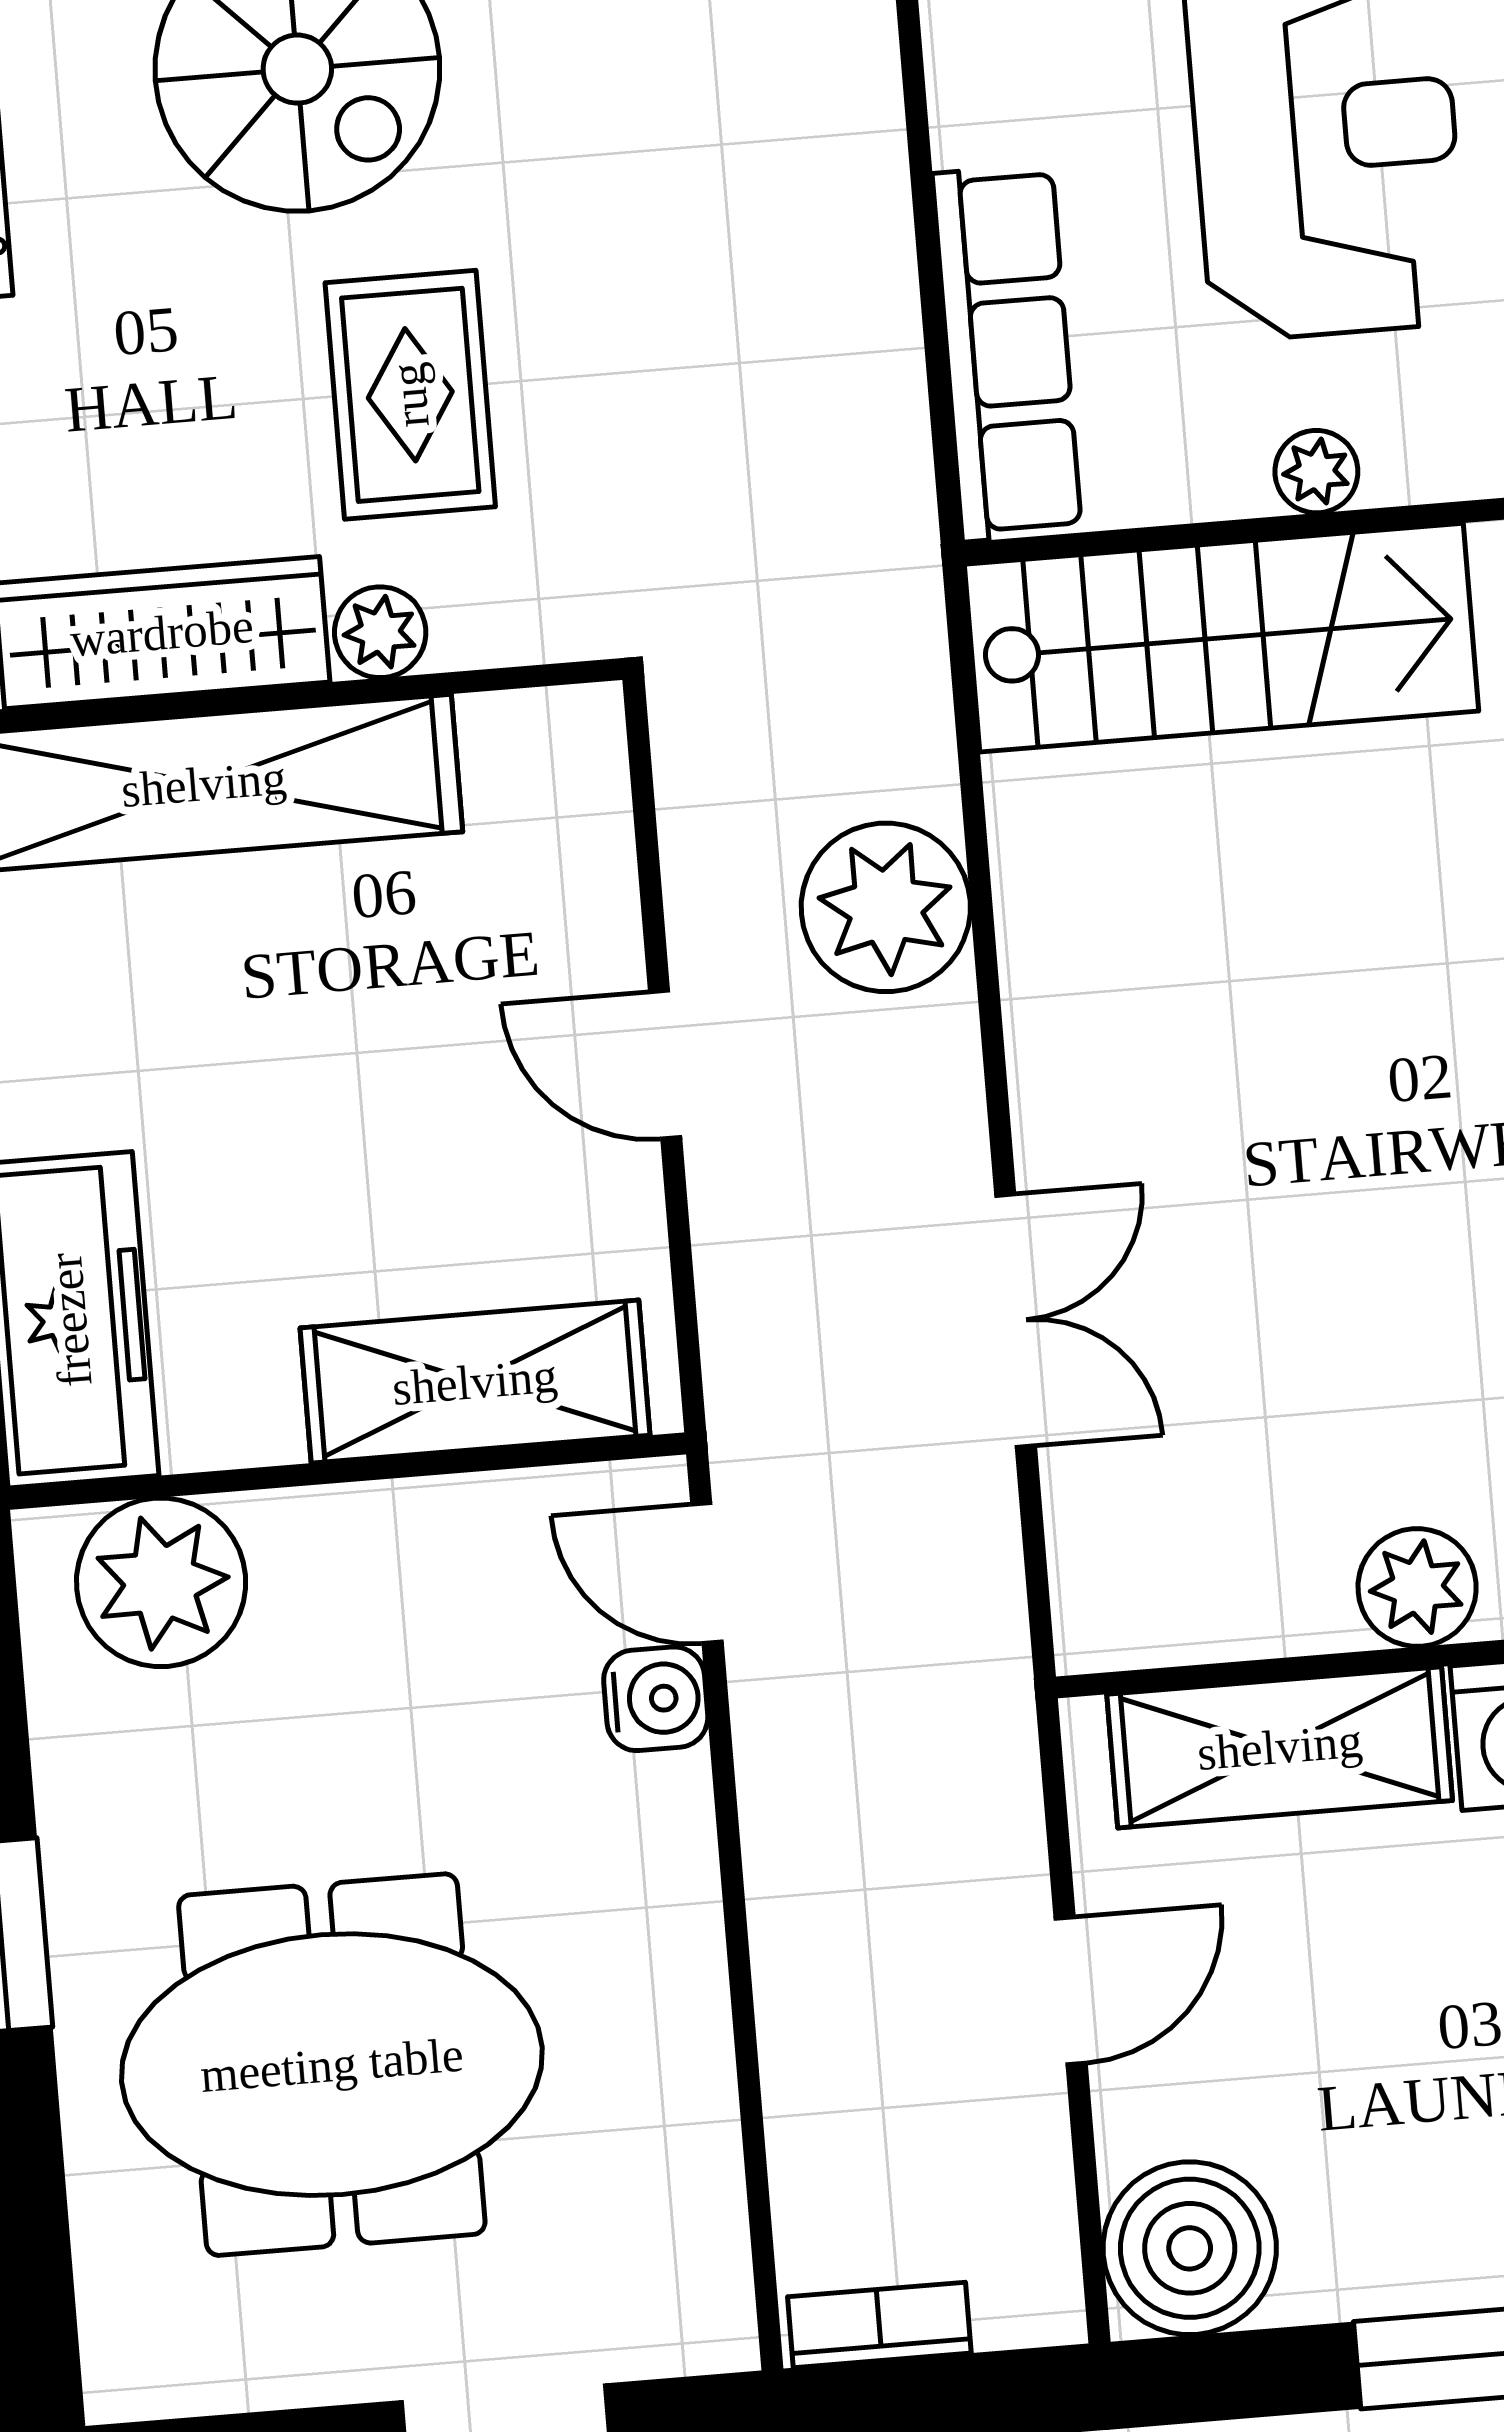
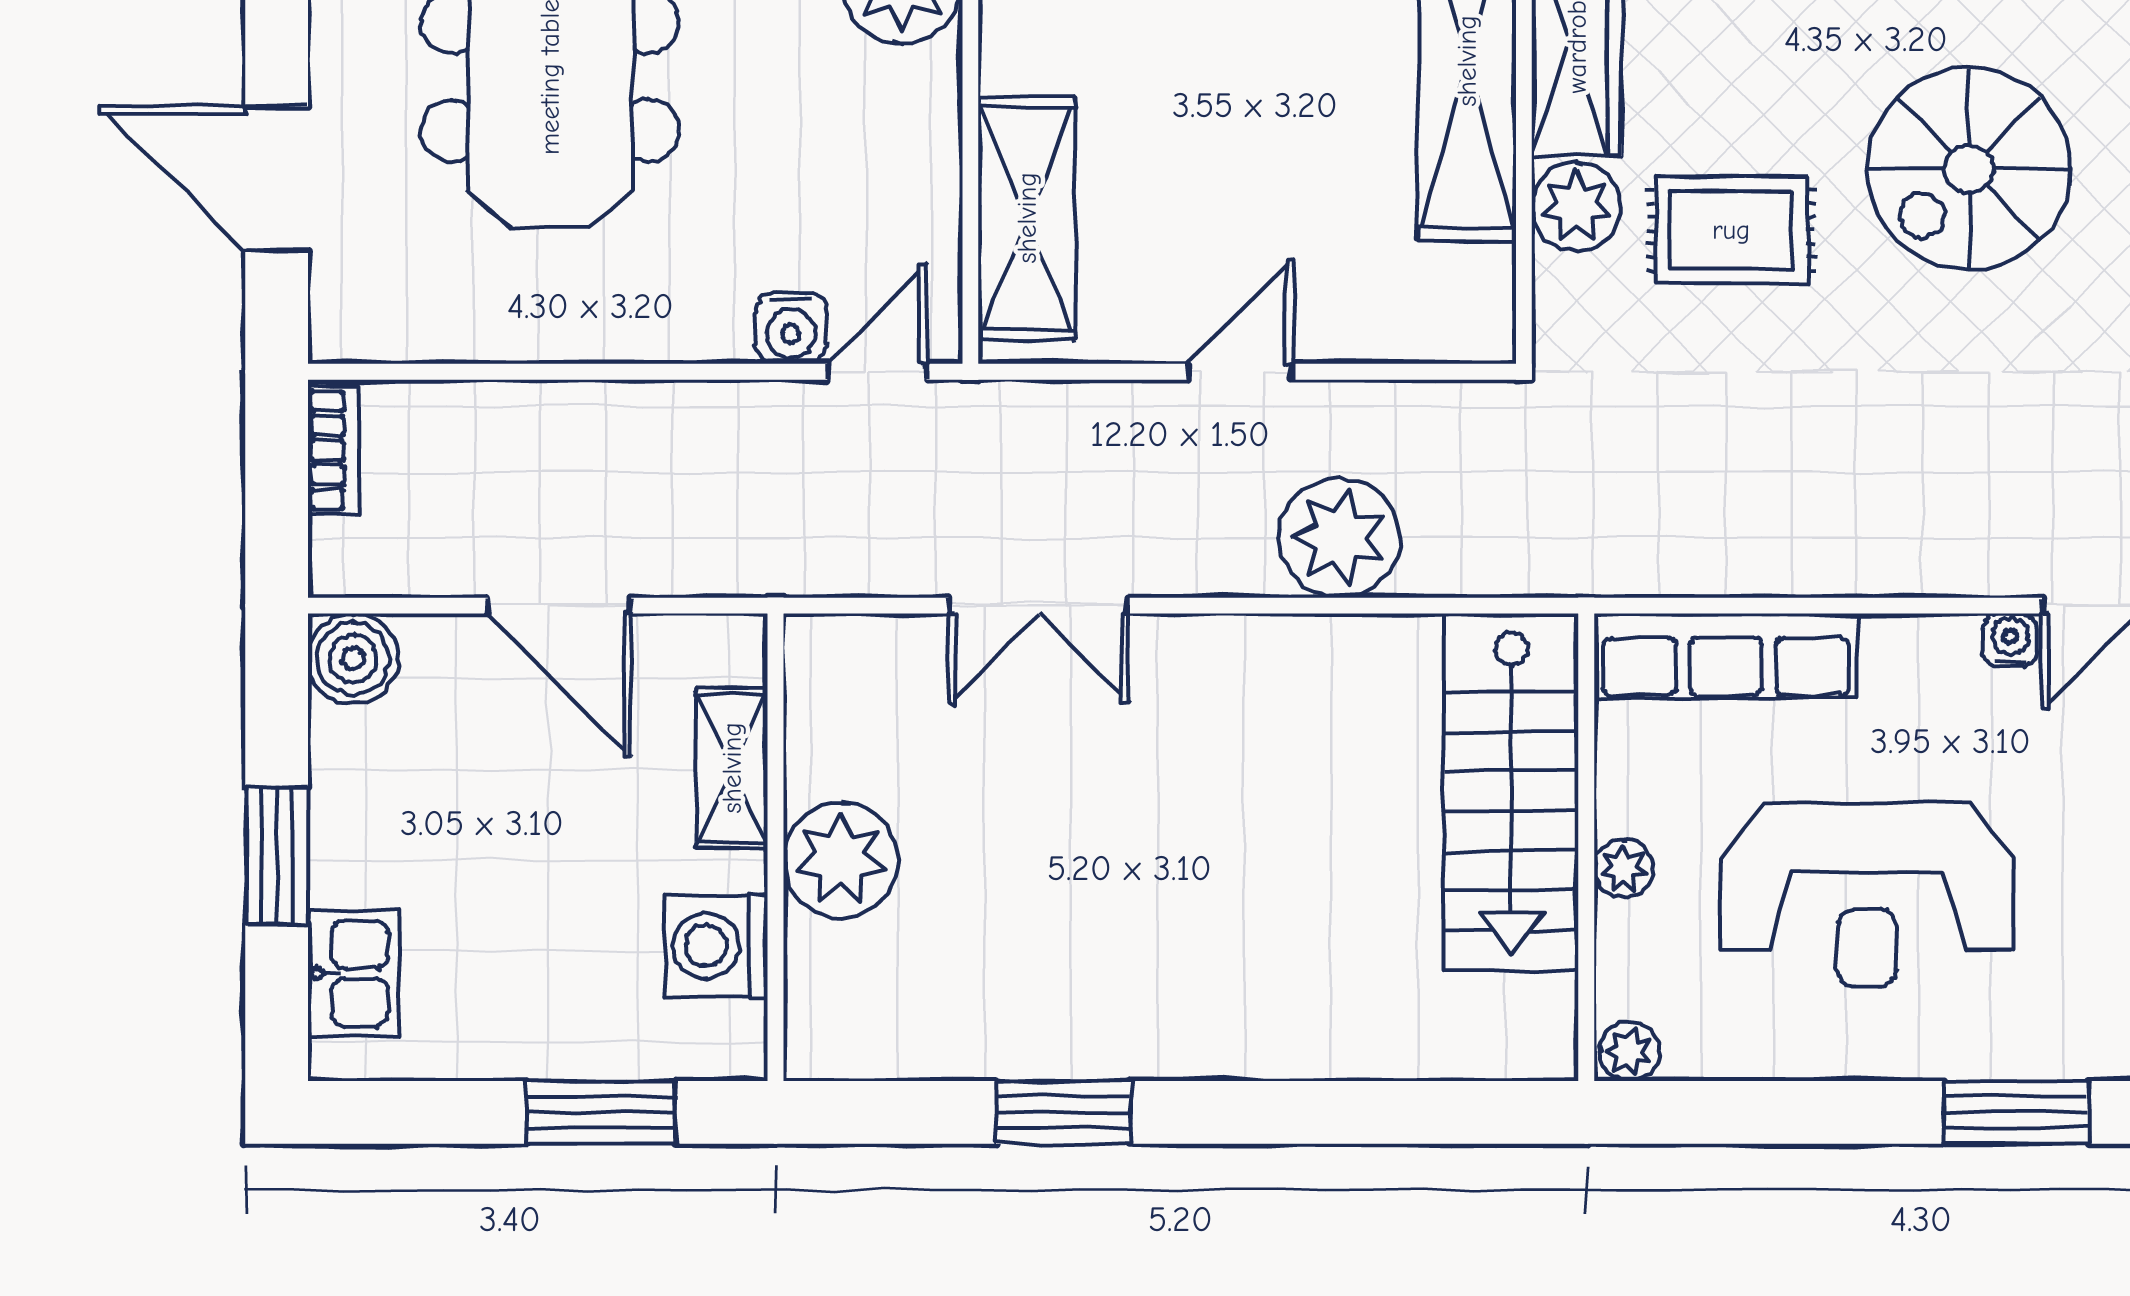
plant: (380, 632) -> (1576, 207), width x1.38, depth x1.38
plant: (1417, 1588) -> (841, 860), width x1.36, depth x1.36
shelving: (1280, 1747) -> (732, 768), width x0.67, depth x0.75
door: (1071, 1991) -> (559, 606), width x1.38
boiler: (1190, 2248) -> (353, 659), width x0.73, depth x0.73

